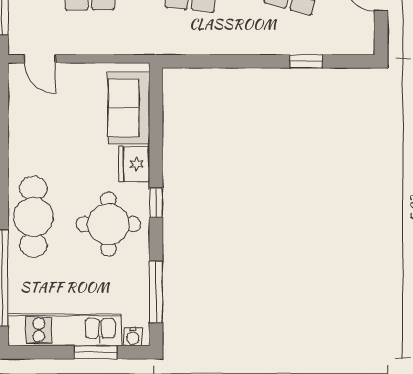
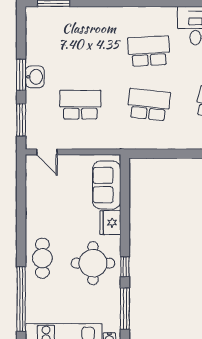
window: (156, 203) -> (125, 267), moved
cafe table: (33, 217) -> (42, 258), width x0.73, depth x0.74

